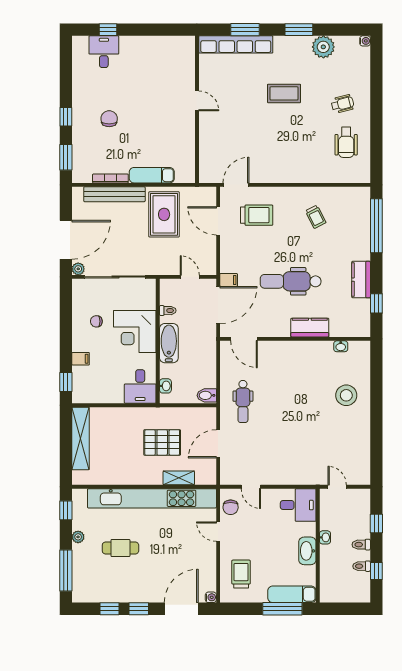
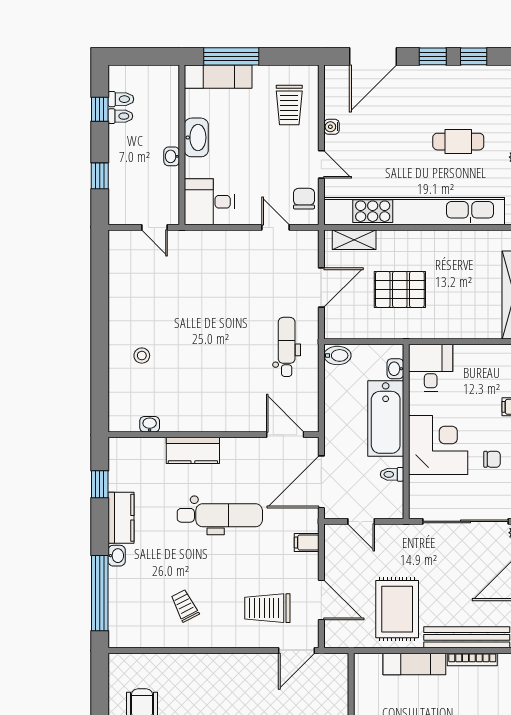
washbasin: (364, 253) -> (117, 556), added
filing cabinet: (229, 280) -> (307, 542), moved
bathtub: (169, 343) -> (386, 419), width x1.36, depth x1.36
stool: (346, 395) -> (142, 356), width x0.53, depth x0.53
shelving: (179, 478) -> (354, 240), moved
toilet: (361, 545) -> (121, 99), moved
water cooler: (211, 597) -> (332, 127), moved

